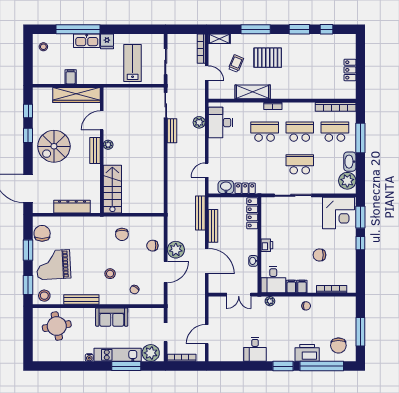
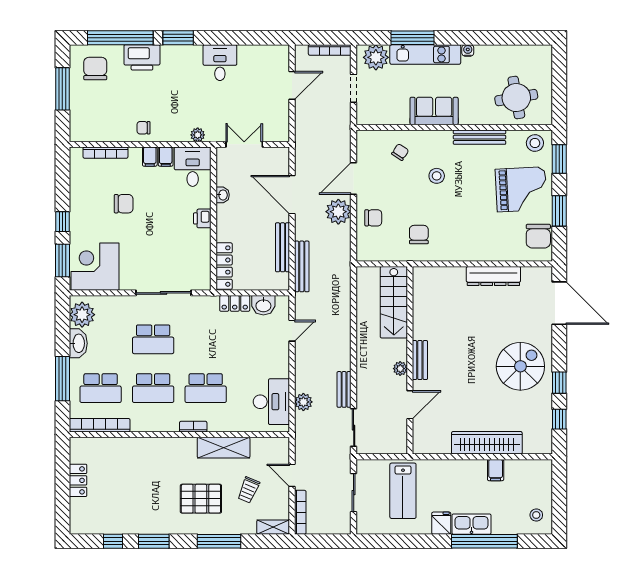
door: (102, 120) -> (410, 405), moved
plant: (108, 145) -> (400, 369), moved
bench: (95, 150) -> (420, 360), moved
wall: (102, 150) -> (410, 360), moved
stairs: (112, 189) -> (394, 302), moved

